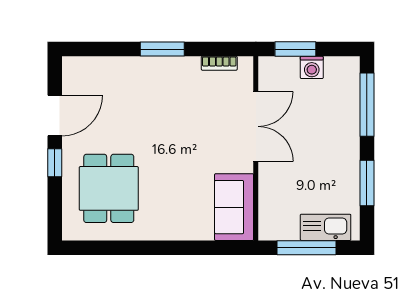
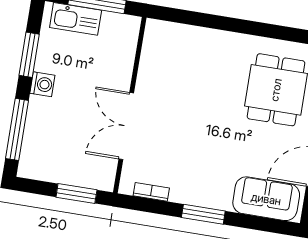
washing machine: (312, 67) -> (42, 84), moved, turned 90
sofa: (234, 207) -> (266, 199), moved, turned -90

